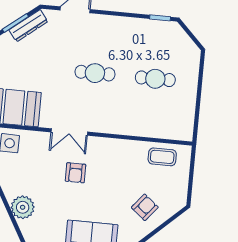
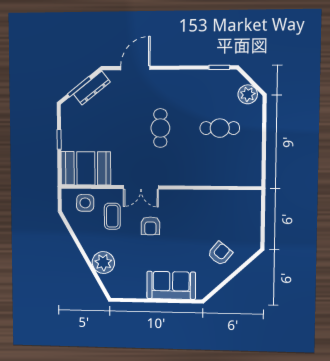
plant: (186, 48) -> (248, 94), added
cafe table: (95, 73) -> (160, 128), turned 90
coffee table: (162, 157) -> (112, 216), moved, turned 90

